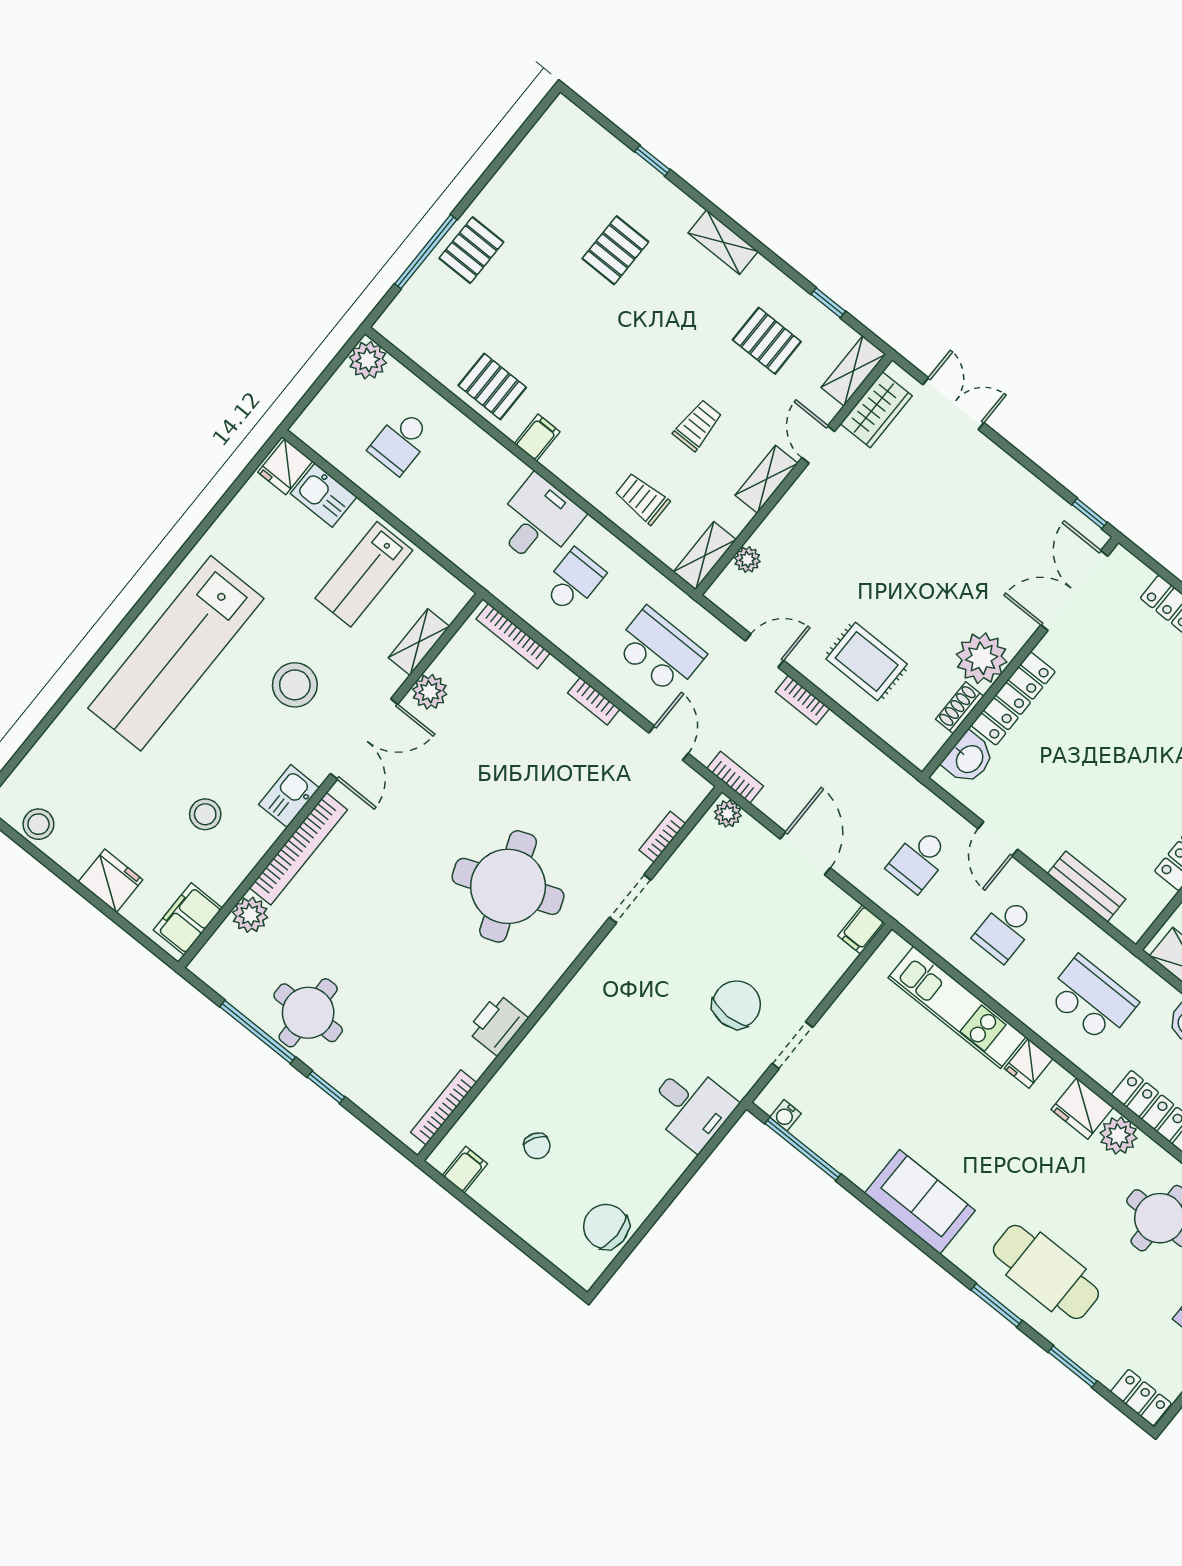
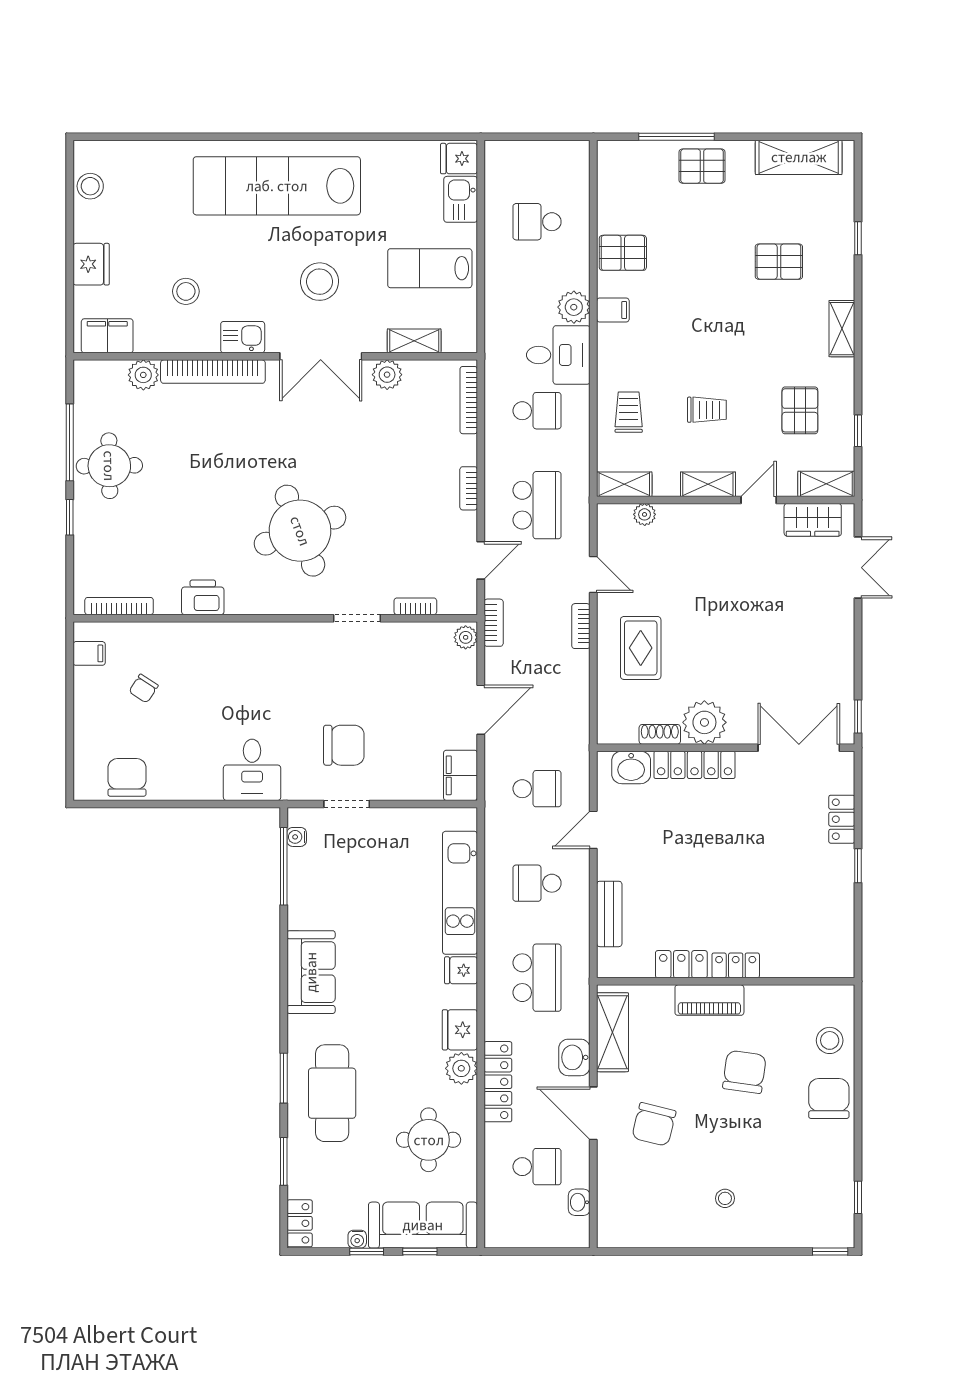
shelving: (535, 155) -> (799, 157), added
plant: (368, 360) -> (574, 307), moved
pallet: (492, 386) -> (623, 253), turned 90
school desk: (919, 860) -> (537, 789), turned 180
filing cabinet: (862, 929) -> (460, 775), width x2.00

